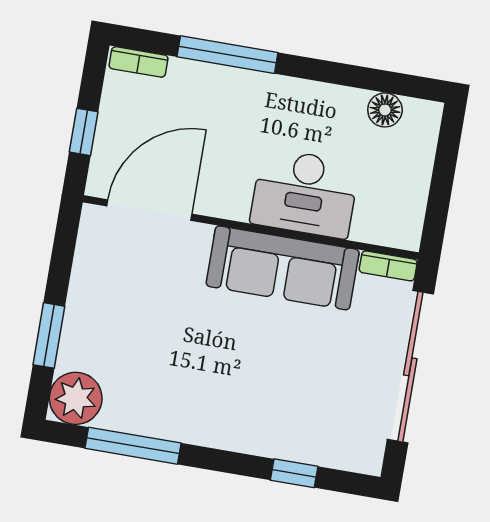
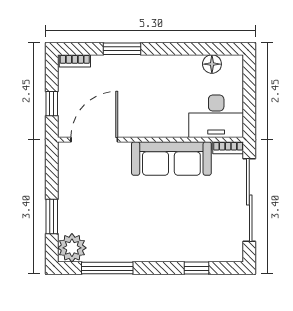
window: (227, 55) -> (122, 49), width x0.69
desk: (305, 193) -> (216, 116), moved

